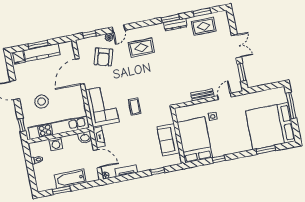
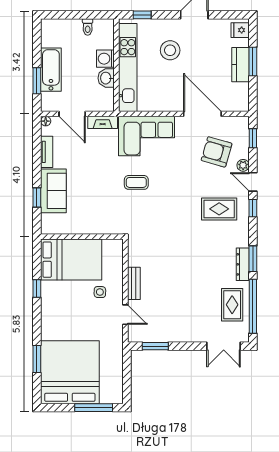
window: (202, 12) -> (253, 306), width x2.11
window: (136, 25) -> (253, 208), added
double door: (236, 46) -> (224, 346), moved
rug: (141, 48) -> (219, 209), turned 90
kitchen counter: (42, 52) -> (241, 65), width x0.67
washbasin: (85, 137) -> (106, 78), moved
sofa: (168, 140) -> (53, 191), moved, turned 90
door: (97, 159) -> (72, 114), hinge flipped
window: (61, 190) -> (37, 81), moved

